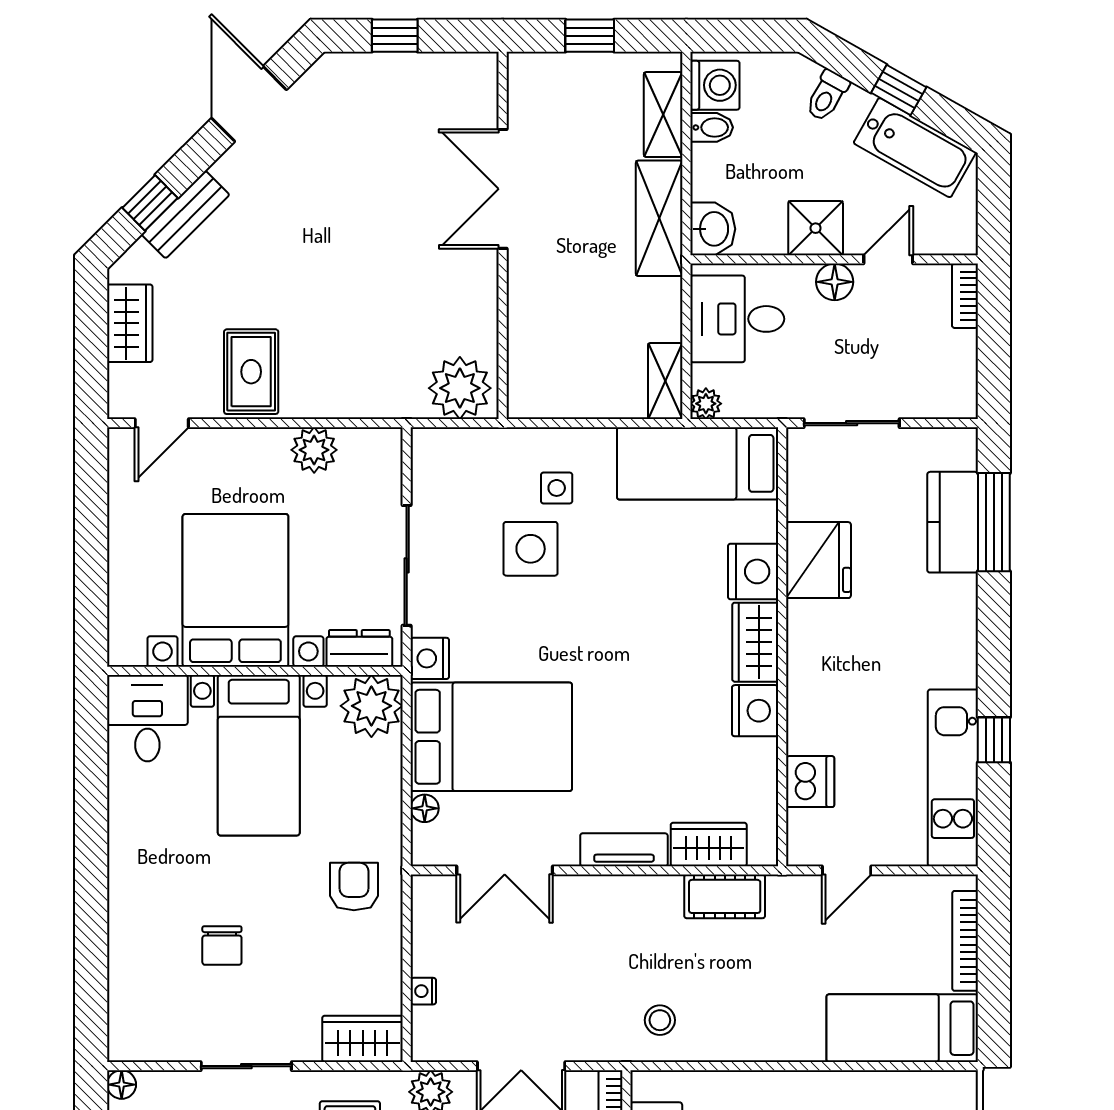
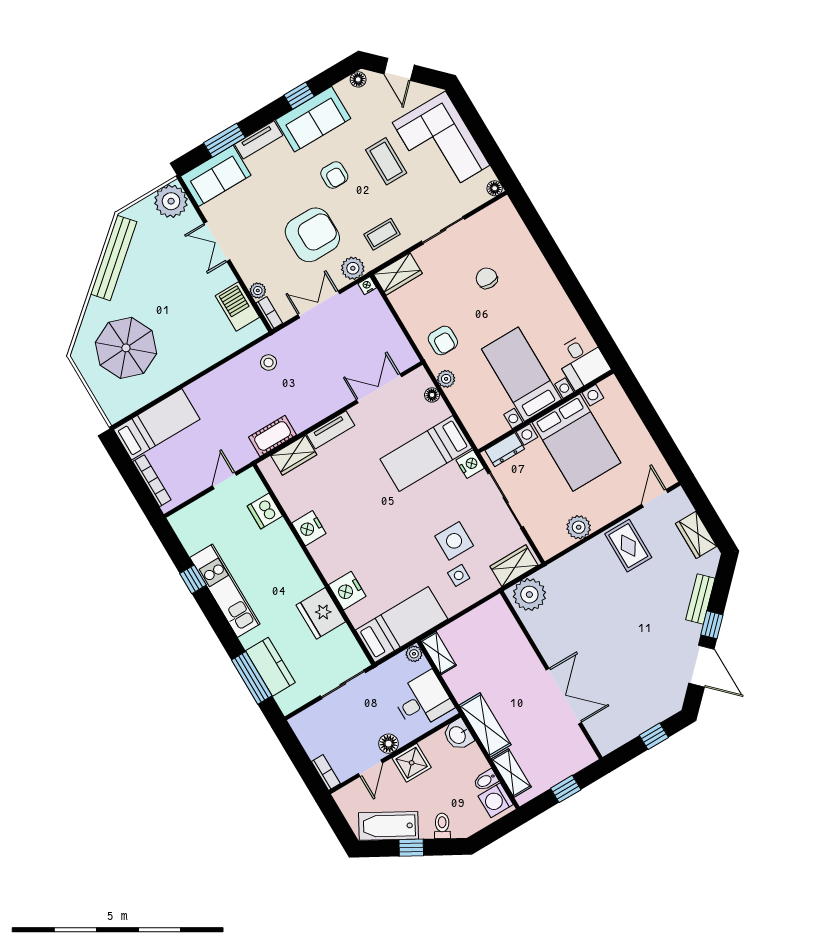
window: (150, 203) -> (712, 625), moved
wardrobe: (755, 642) -> (514, 566), moved, turned -90
plant: (371, 706) -> (446, 379), moved, width x0.53, depth x0.53
bed: (491, 737) -> (426, 453), width x0.67
kitchen unit: (953, 778) -> (225, 591), moved
nightstand: (423, 991) -> (367, 286), moved, turned -90

